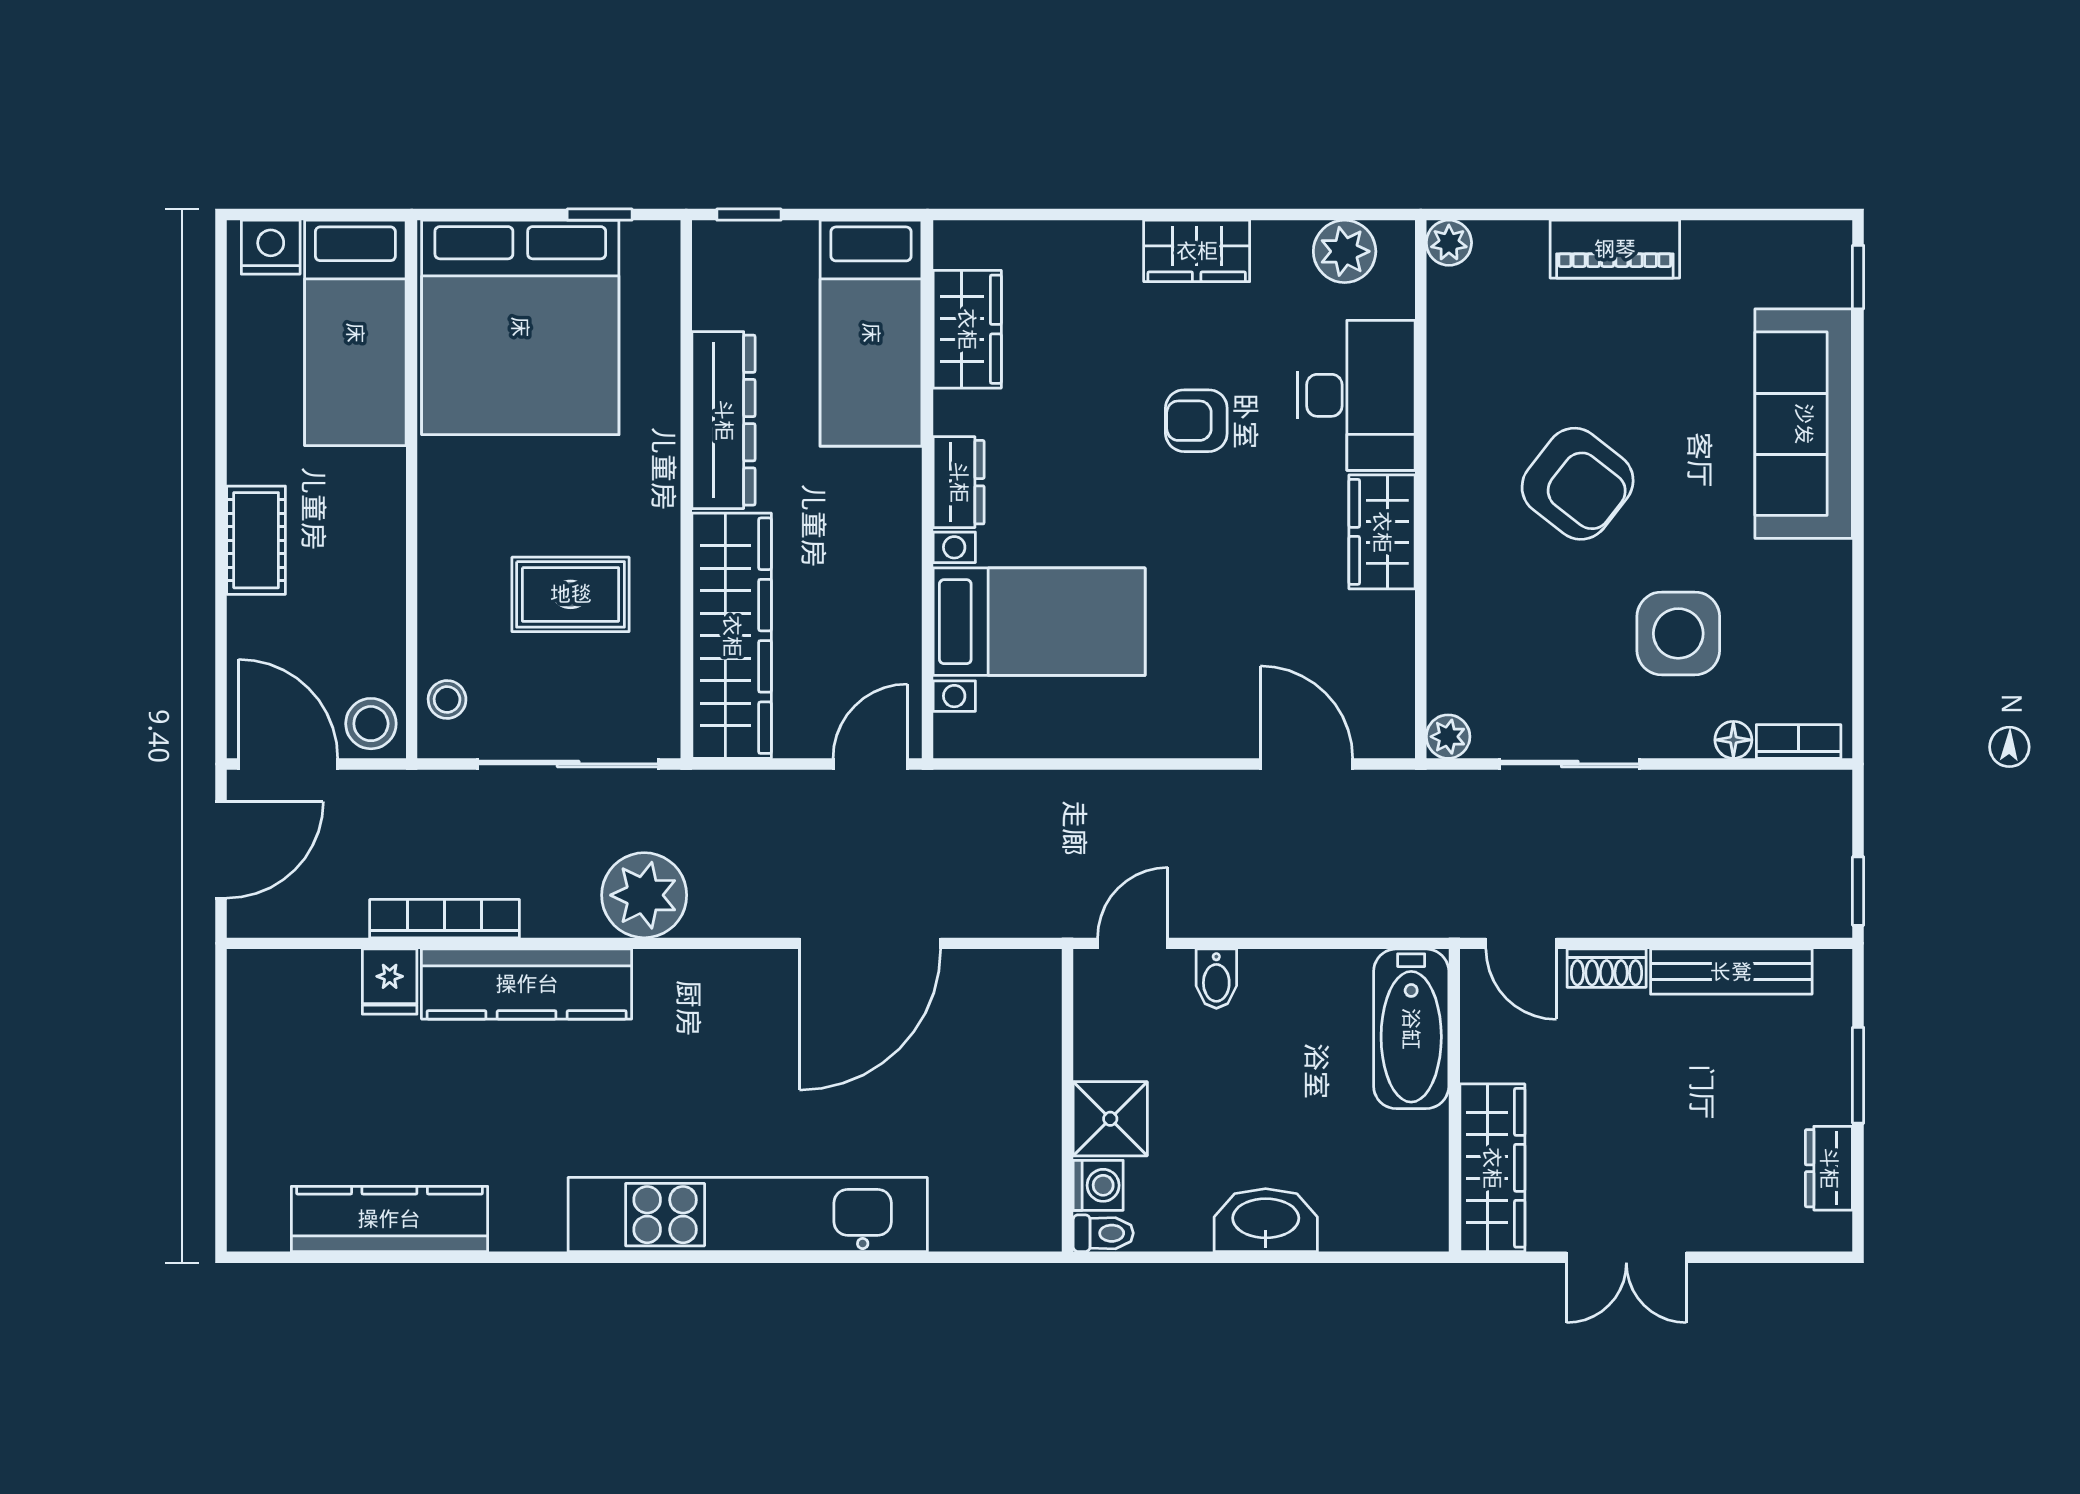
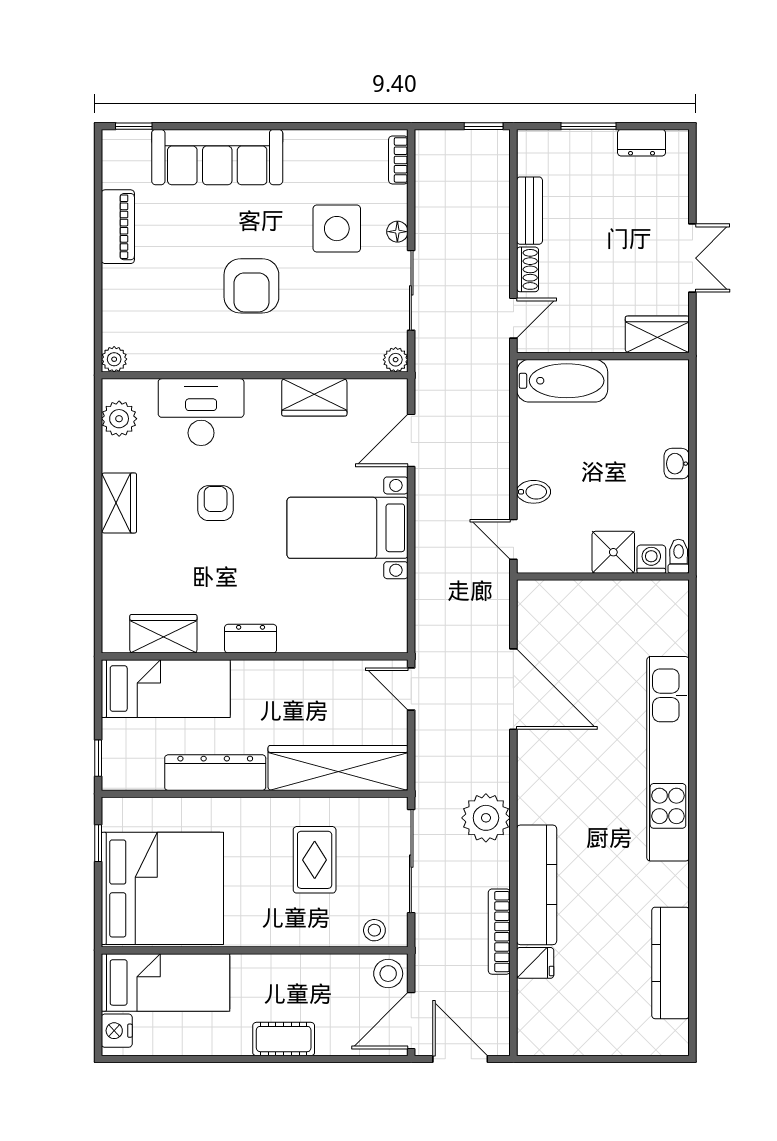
piano: (1615, 249) -> (118, 227), moved
armchair: (1196, 421) -> (216, 503), turned 180
armchair: (1578, 484) -> (251, 286), turned 142
wardrobe: (1382, 532) -> (314, 397), moved
bed with nightstands: (1039, 622) -> (348, 528), moved, turned -90
floor lamp: (1733, 740) -> (397, 232), moved
bench: (1731, 972) -> (529, 211), width x0.73
wardrobe: (1492, 1168) -> (657, 334), width x0.67
washbasin: (1266, 1220) -> (677, 464), width x0.52, depth x0.69

